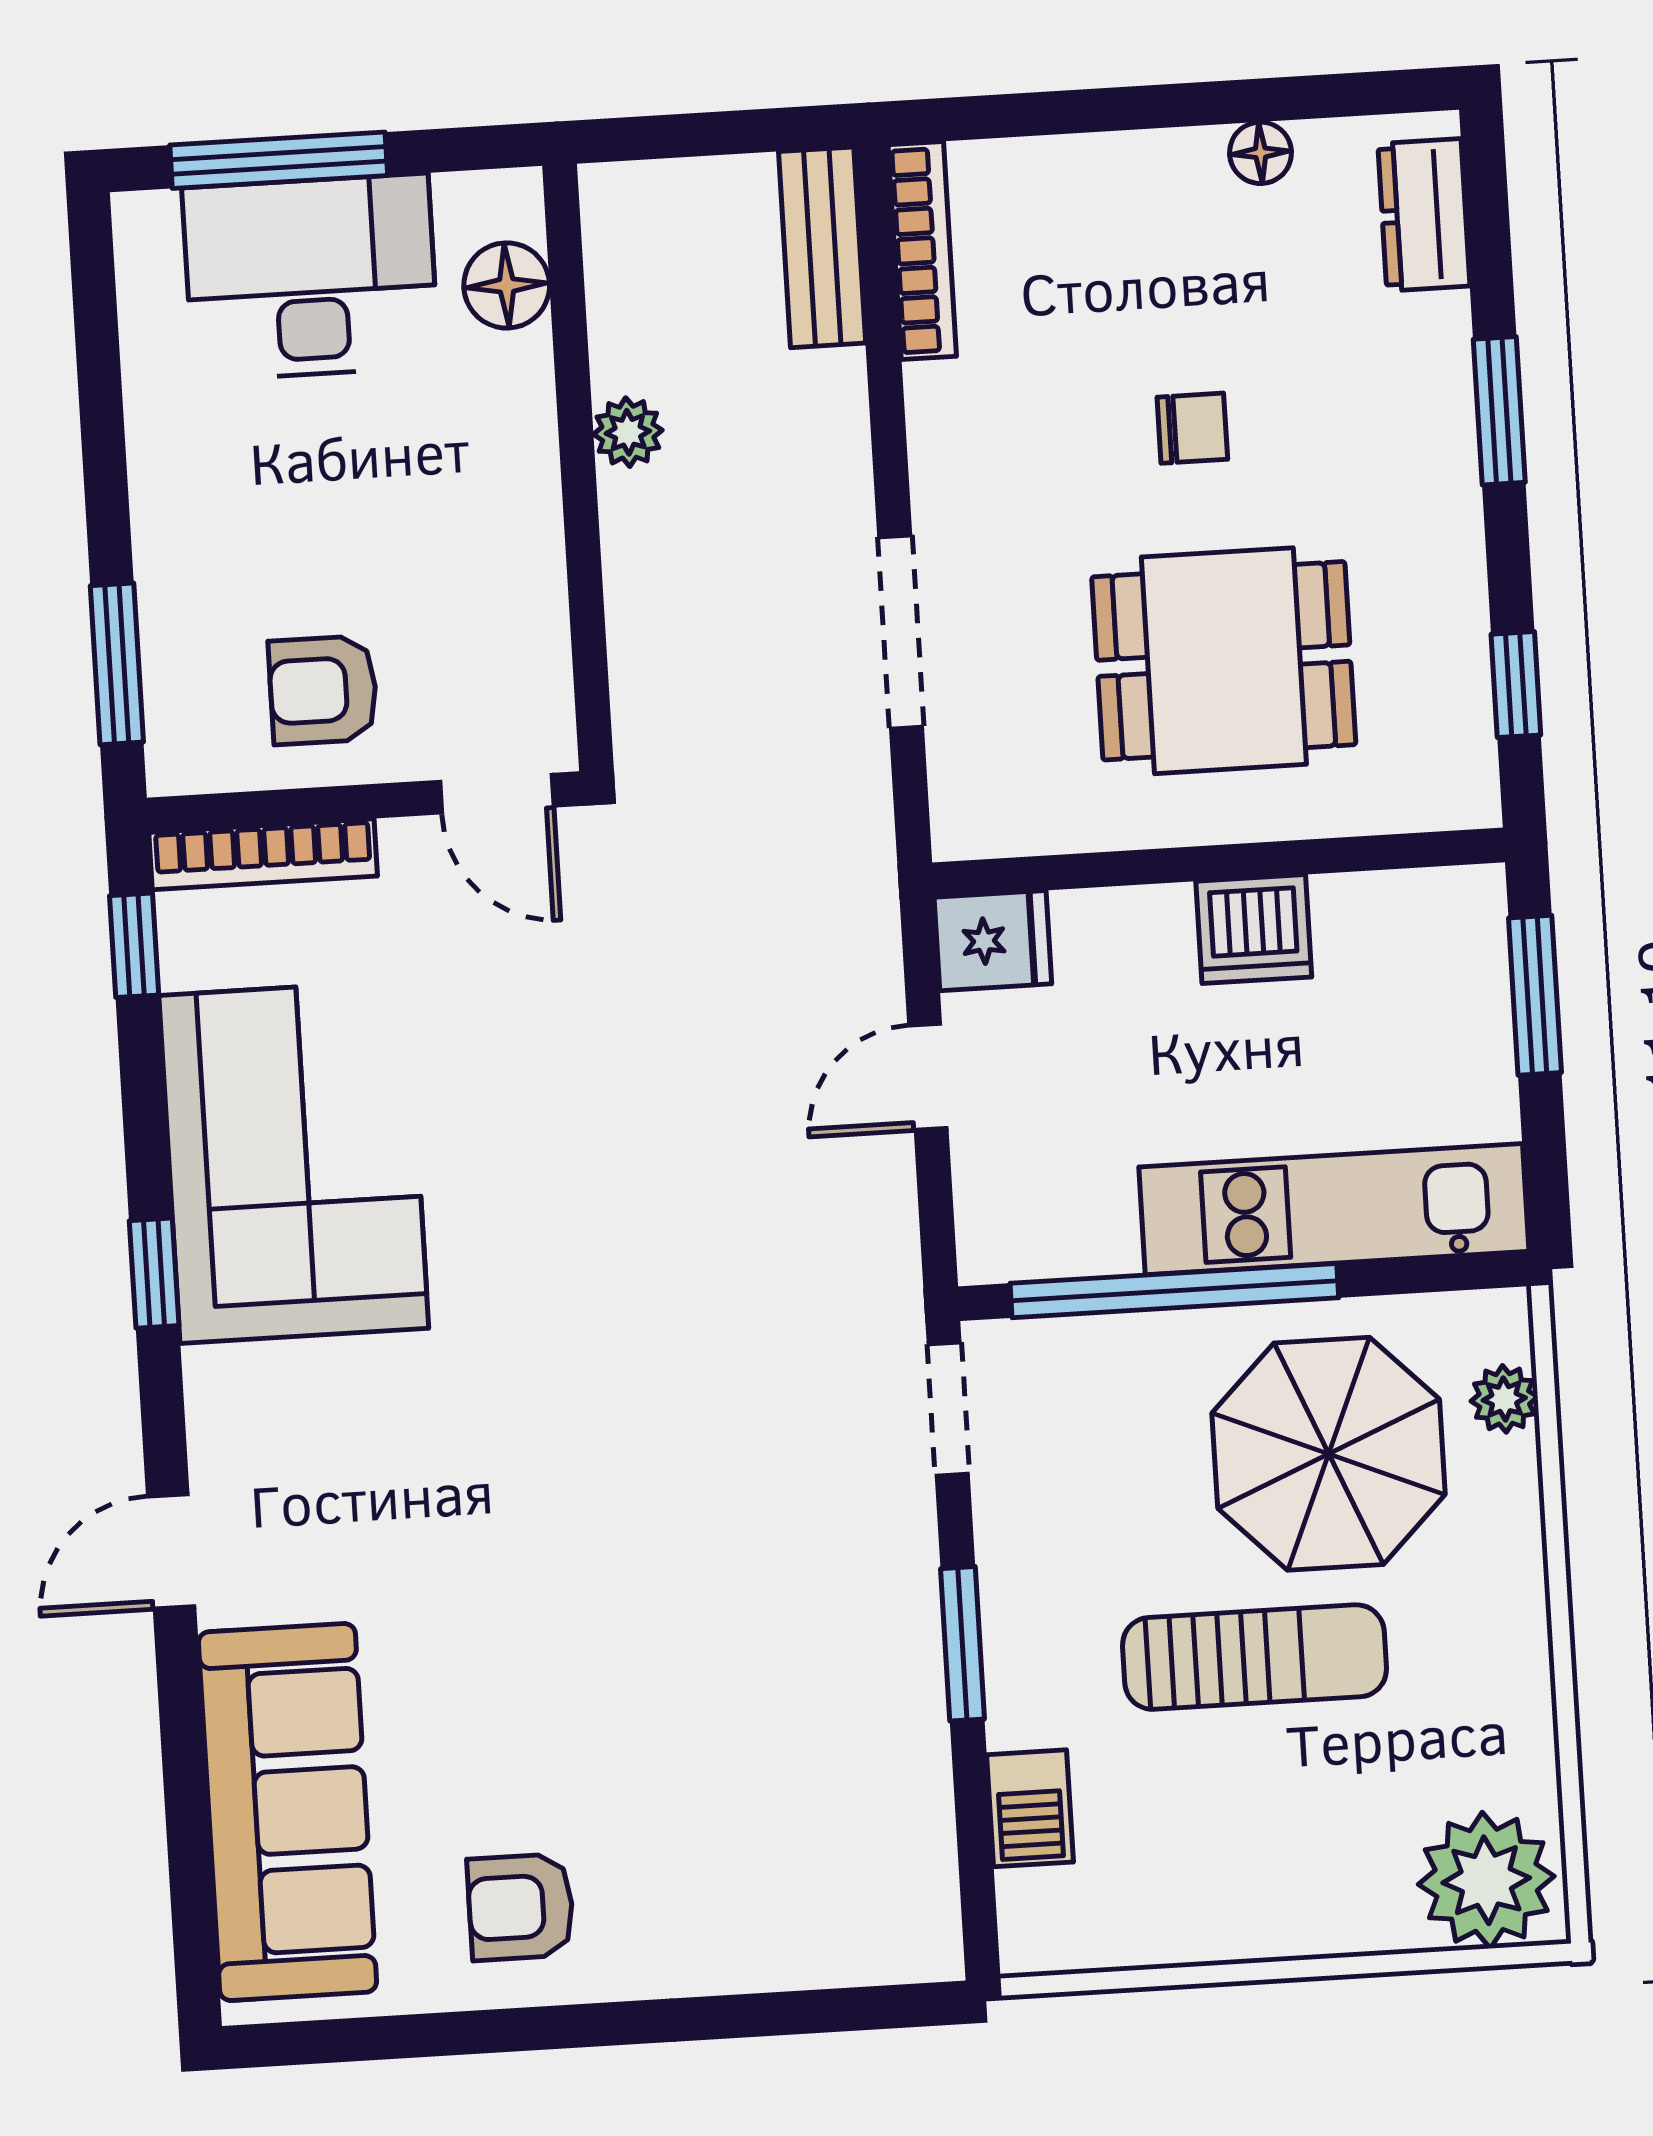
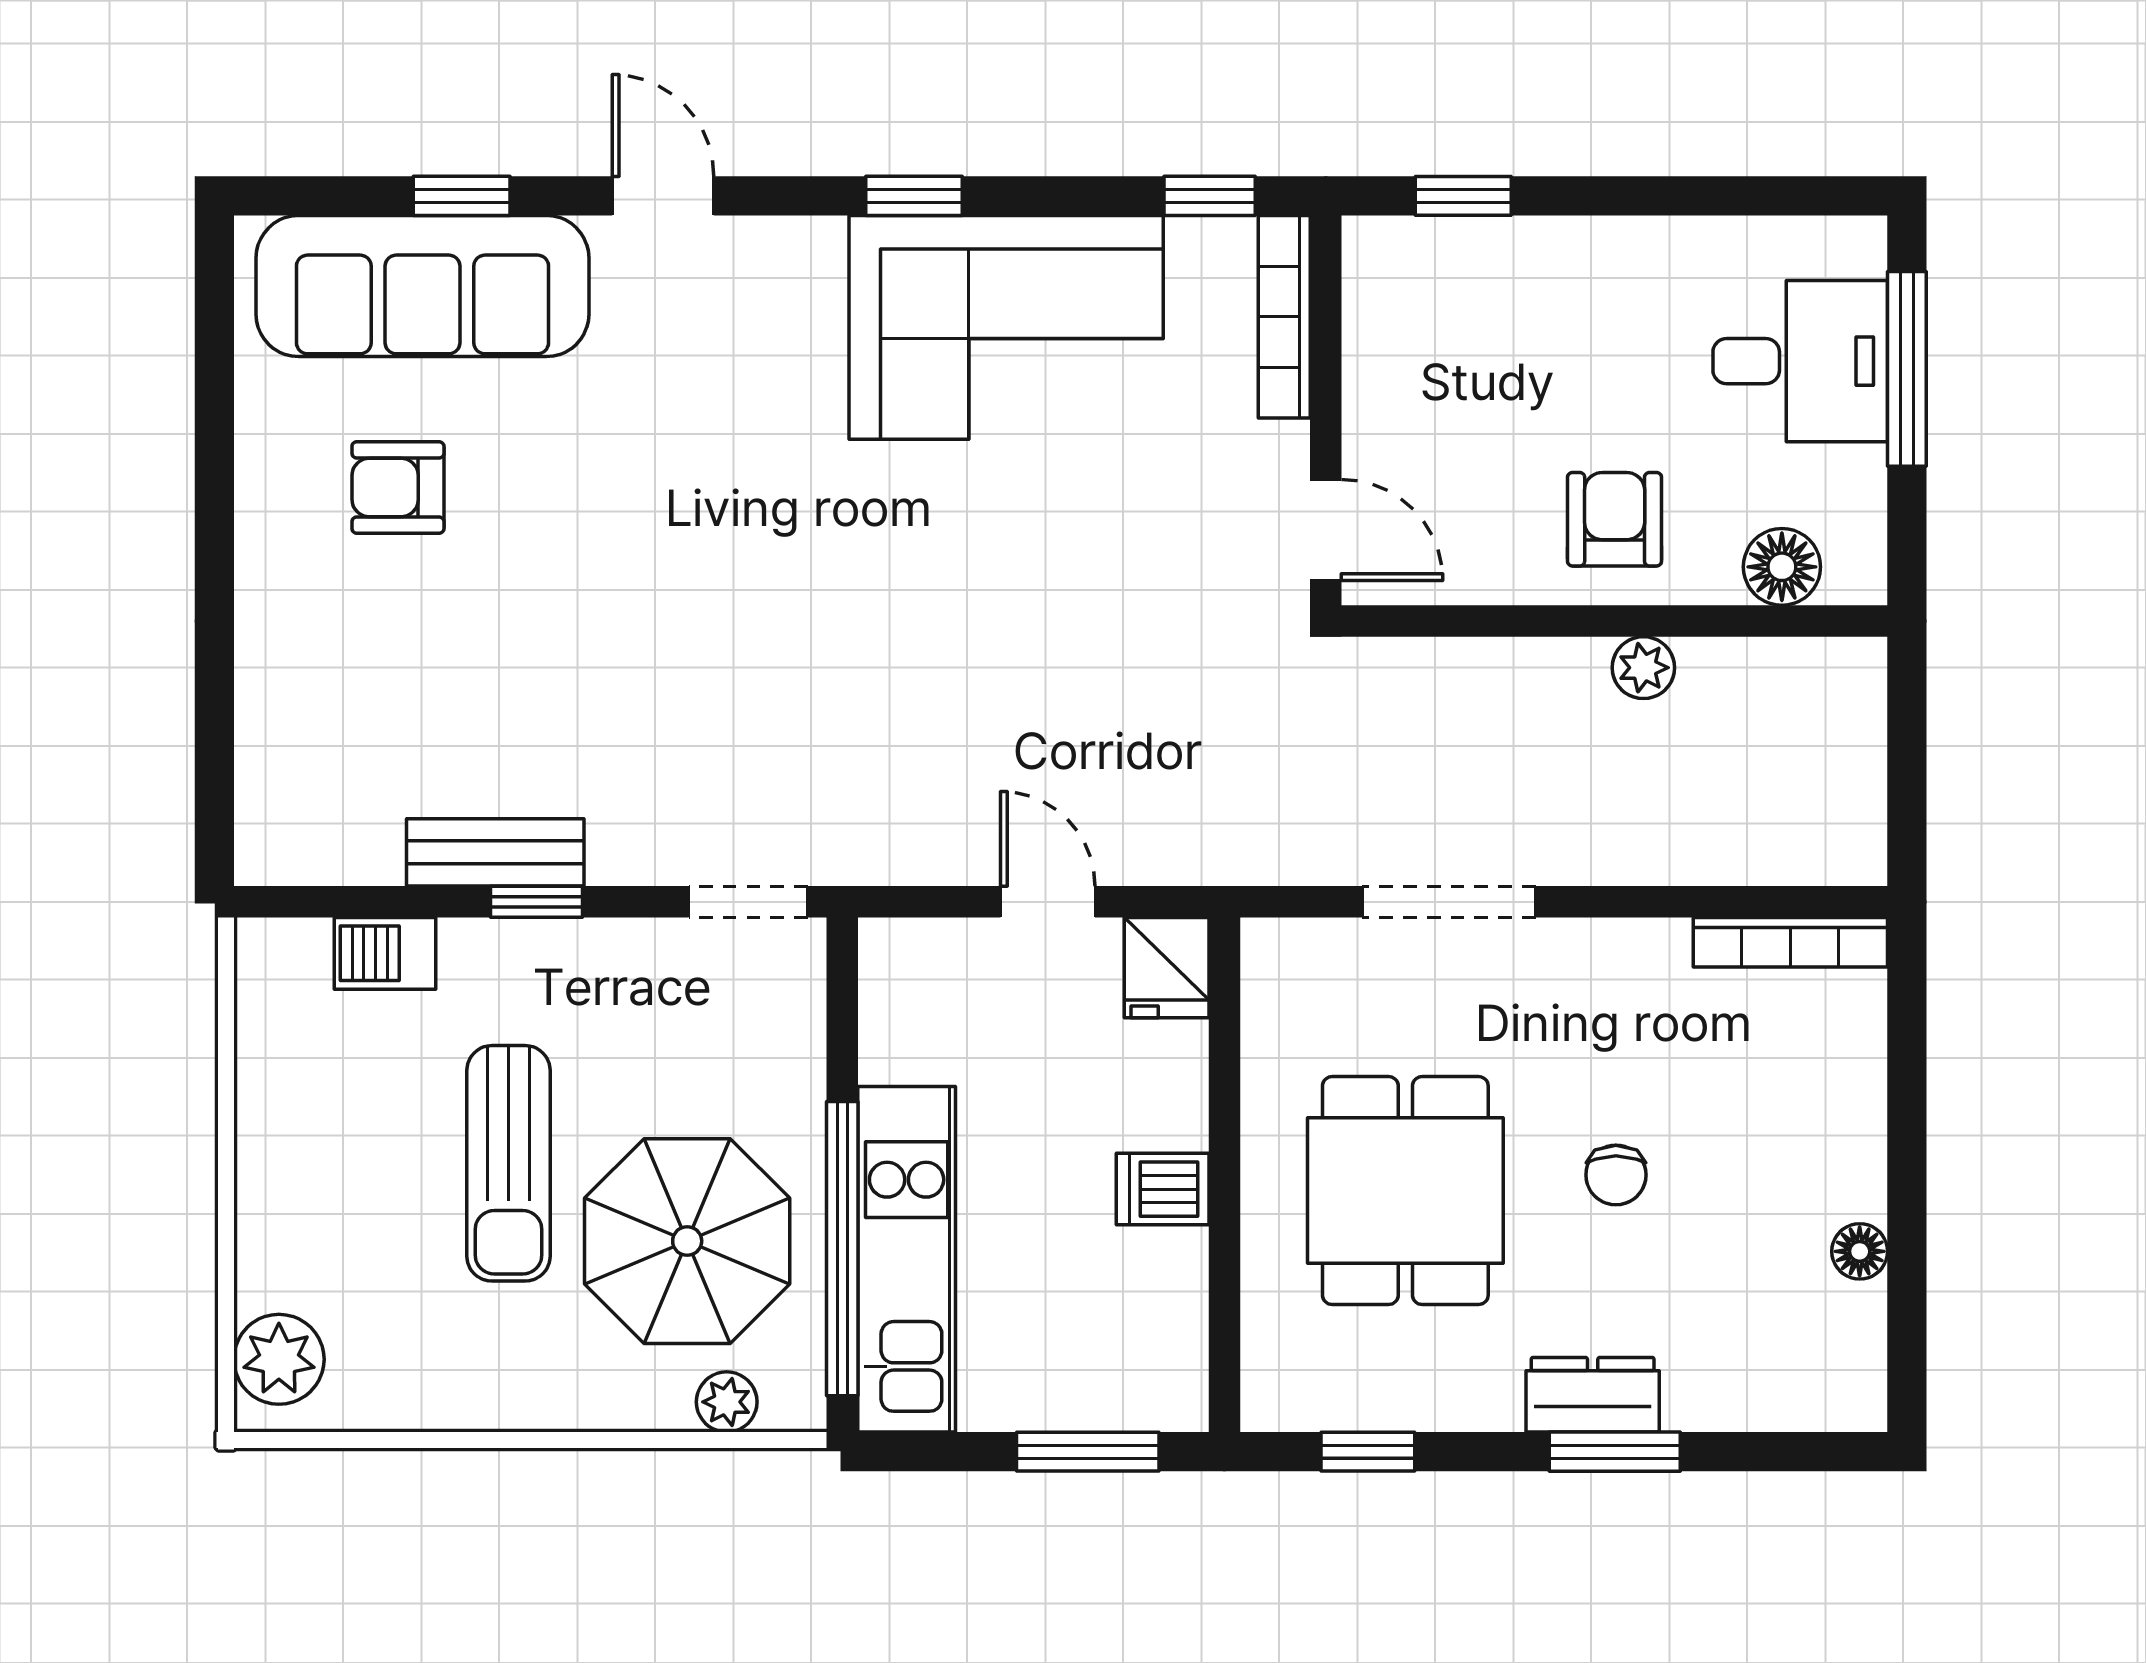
dresser: (1424, 215) -> (1593, 1395), moved
bench: (822, 247) -> (495, 852), moved
desk: (311, 277) -> (1800, 361), width x0.73
window: (117, 664) -> (1463, 196), width x0.67
armchair: (323, 690) -> (1615, 519), moved
door: (497, 794) -> (1326, 530), swing flipped
dishwasher: (1254, 929) -> (1163, 1189), width x0.73
window: (1174, 1291) -> (842, 1249), moved
window: (963, 1644) -> (536, 902), width x0.67
window: (185, 1775) -> (462, 196), added
plant: (1486, 1880) -> (279, 1359), width x0.73, depth x0.73
armchair: (521, 1907) -> (398, 487), moved, turned -90

